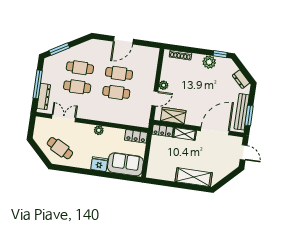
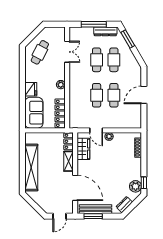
door: (123, 40) -> (144, 95), hinge flipped
plant: (209, 62) -> (136, 186), moved
dresser: (44, 96) -> (105, 31), moved
locker: (136, 136) -> (60, 113), width x1.53
shelving: (194, 177) -> (31, 168), width x1.47

